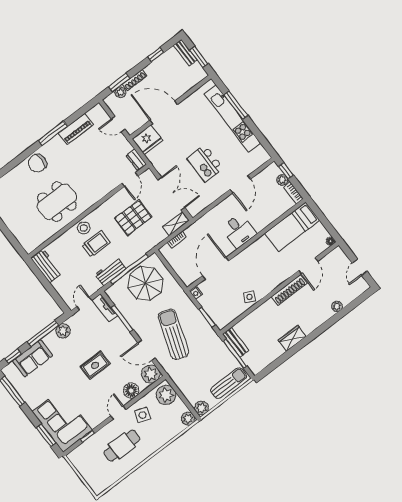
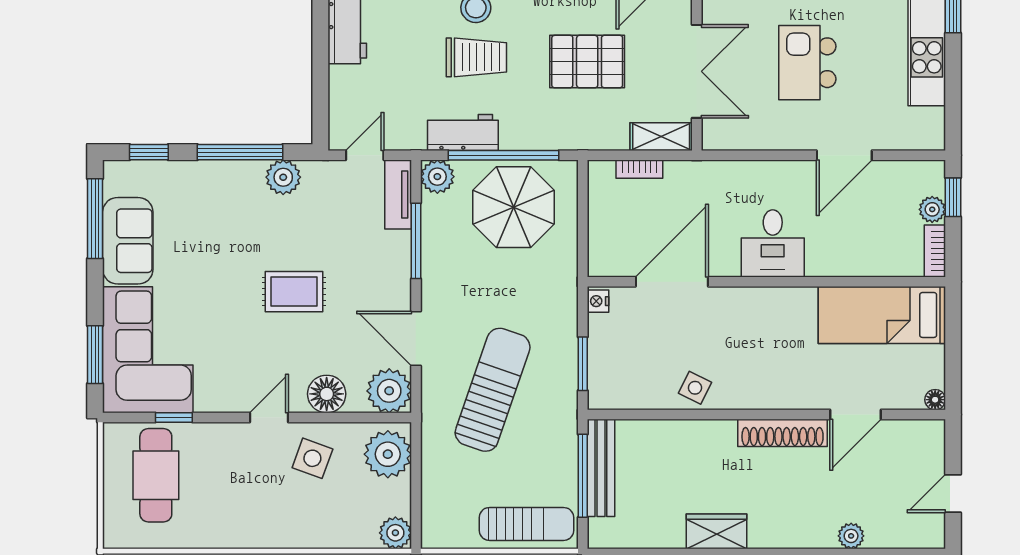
sun lounger: (173, 334) -> (493, 390), moved
bench: (236, 342) -> (601, 468), width x1.36
sofa: (33, 358) -> (128, 241), moved, turned -90
plant: (202, 408) -> (437, 177), moved
cafe table: (122, 446) -> (156, 475), moved, turned 90

